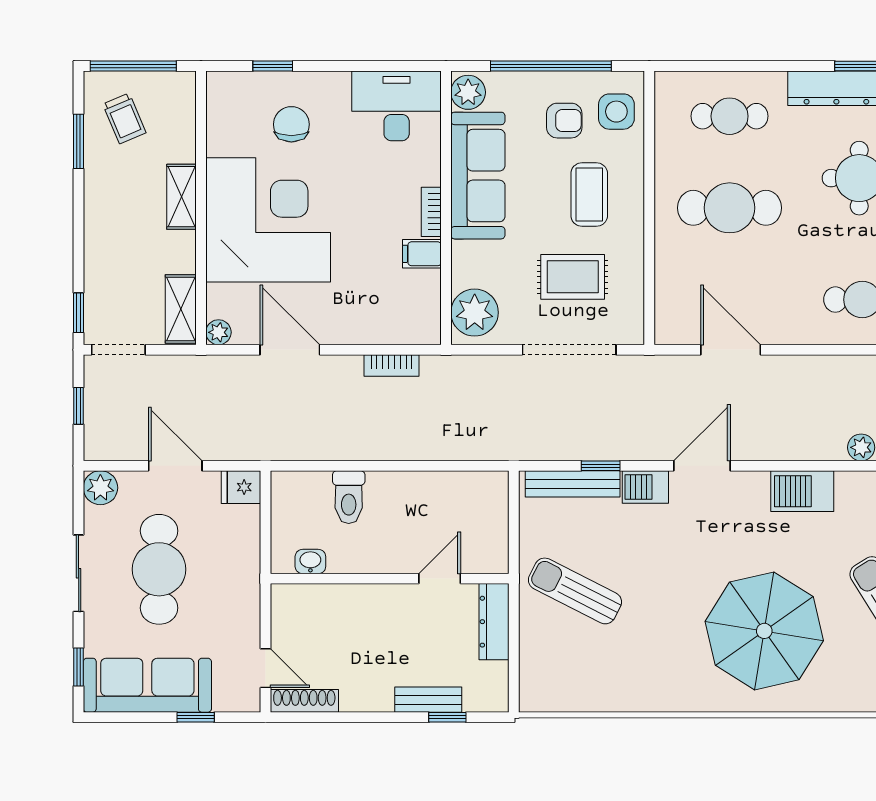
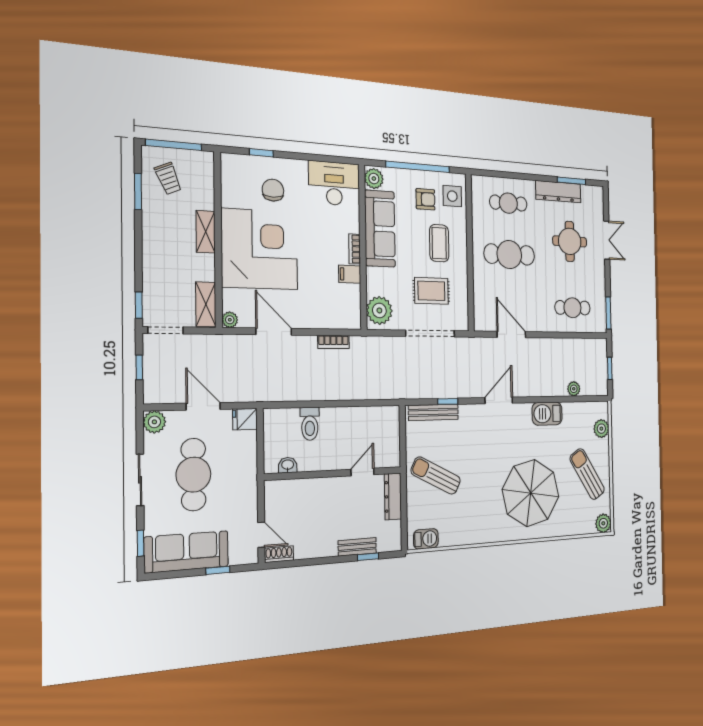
barbecue: (645, 487) -> (426, 539), moved, turned 180
shoe rack: (304, 701) -> (279, 554), width x0.70

